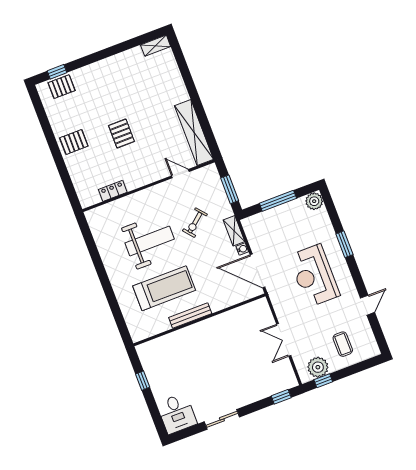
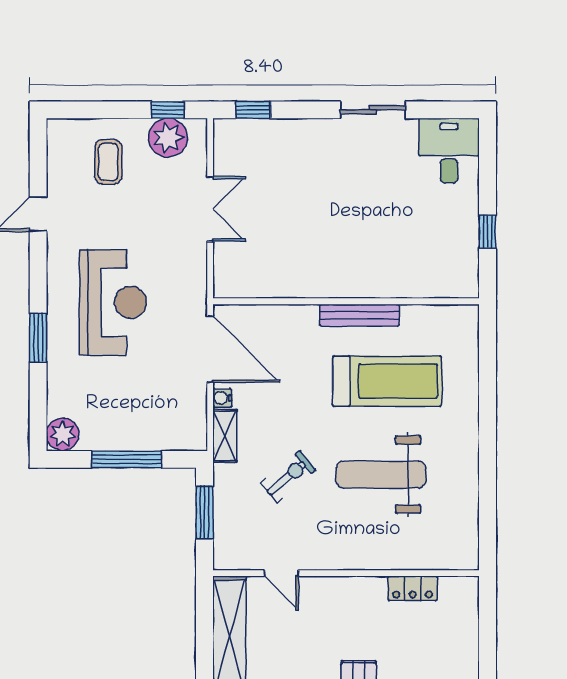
treadmill: (164, 288) -> (387, 381), turned 180

